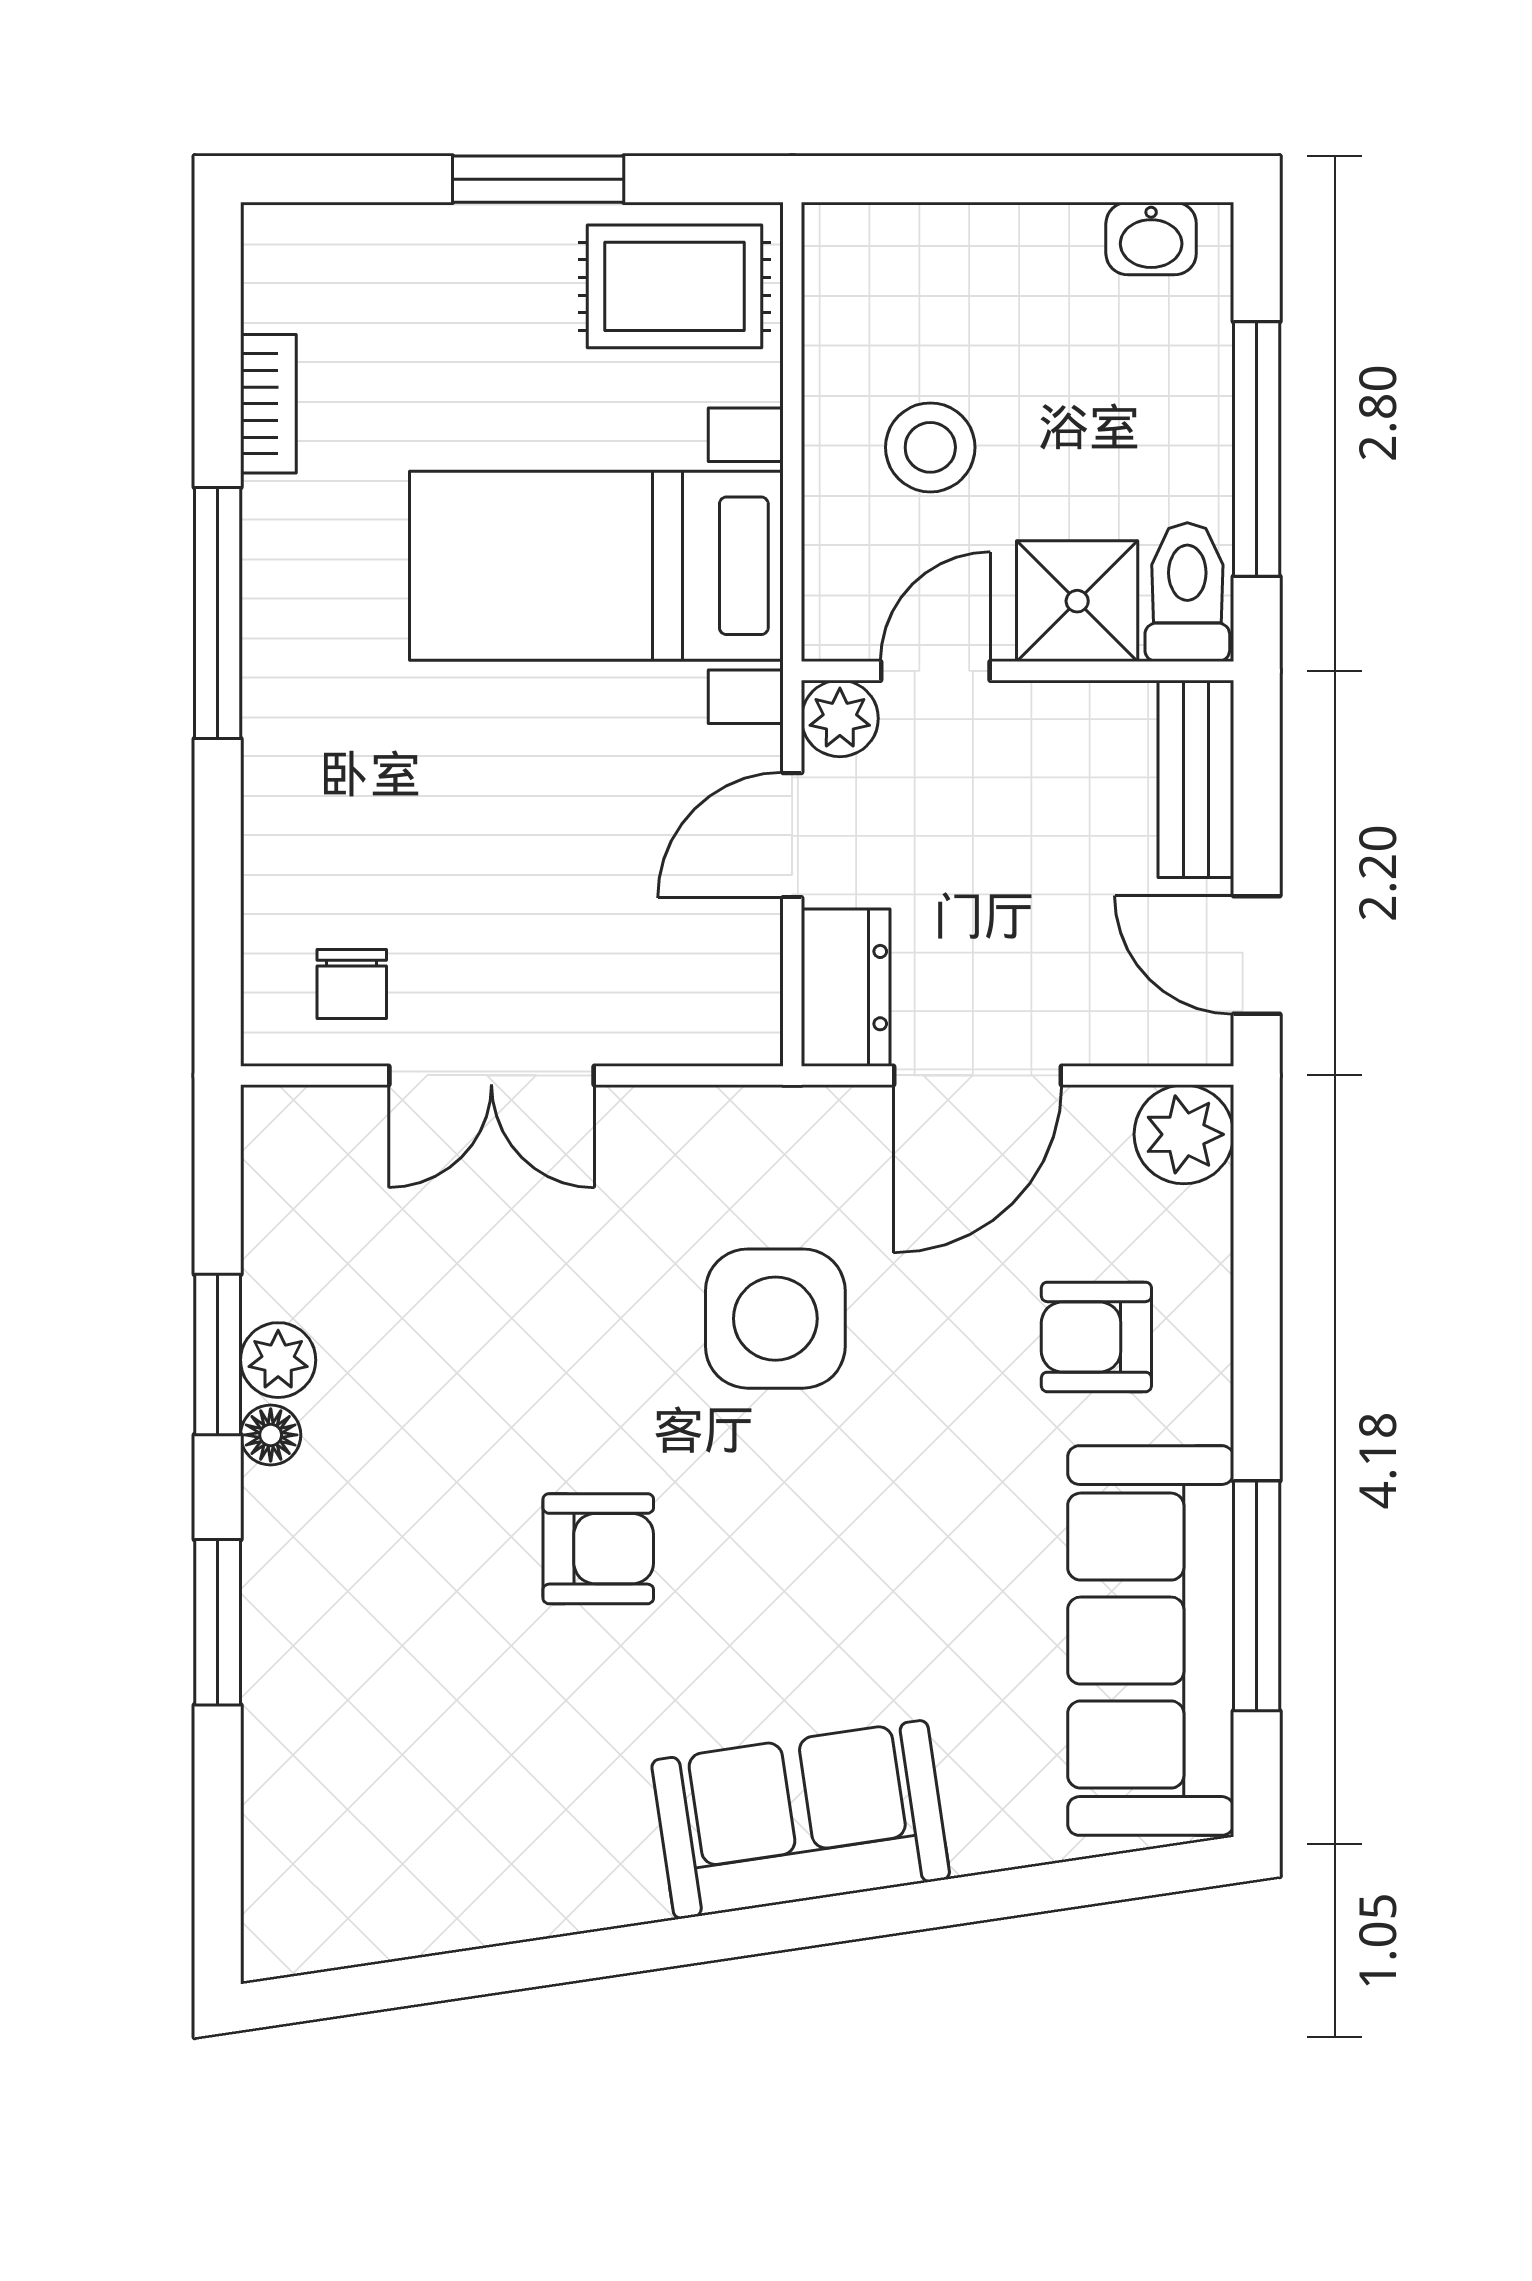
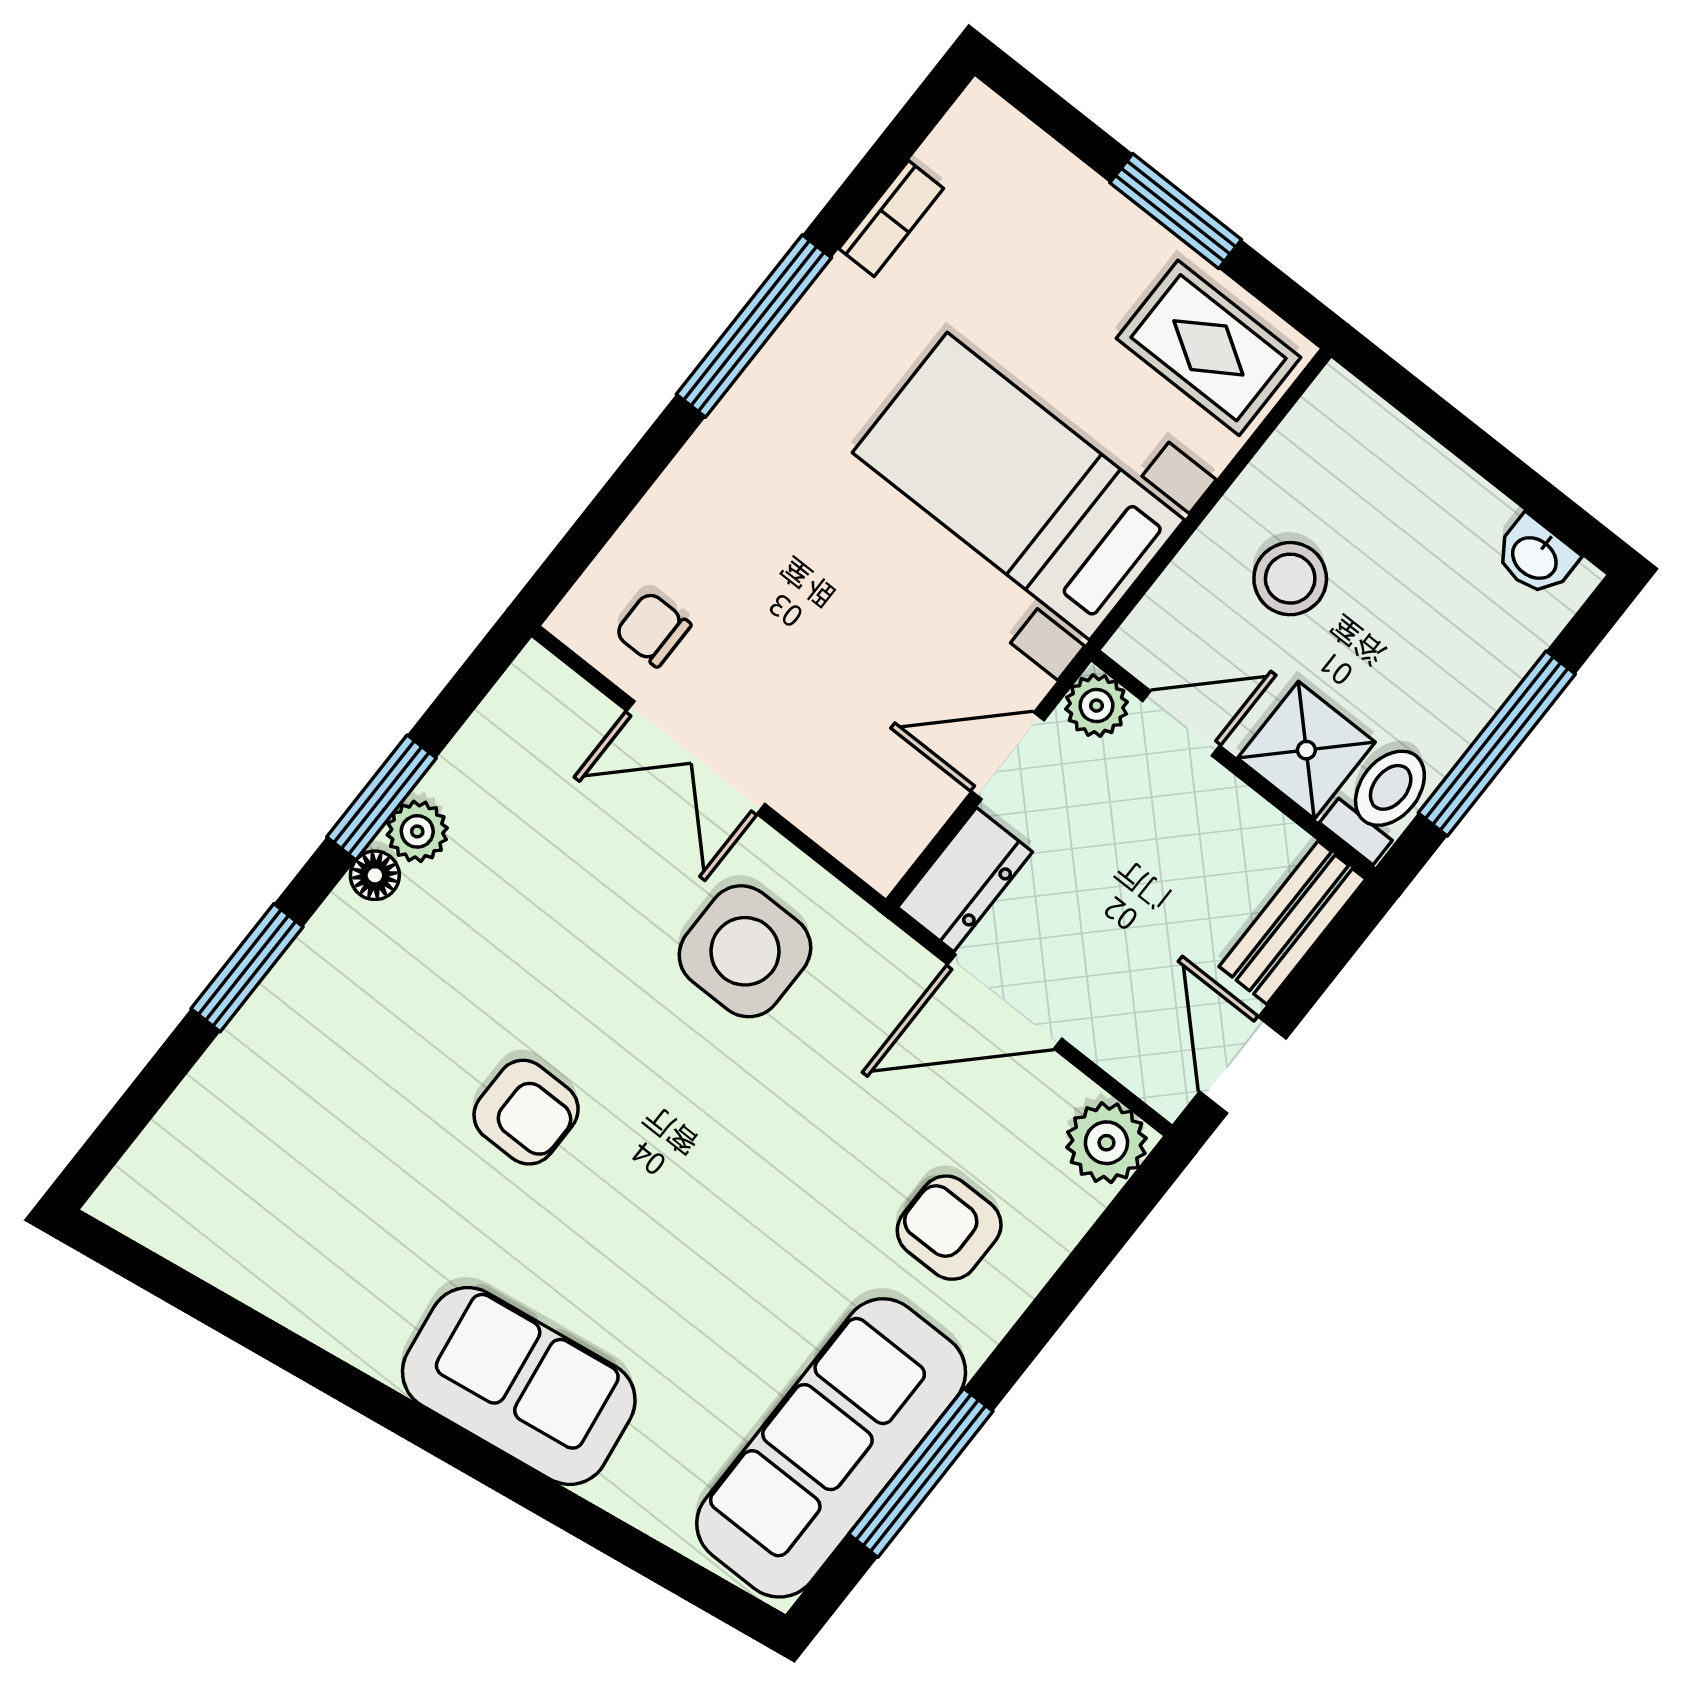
chair: (352, 984) -> (653, 629), turned 90
side table: (775, 1319) -> (745, 951), moved

